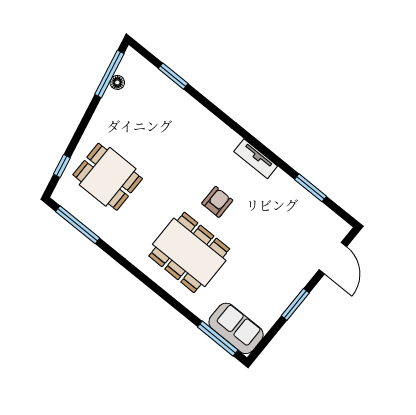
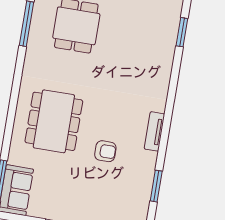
armchair: (217, 202) -> (105, 151), moved

